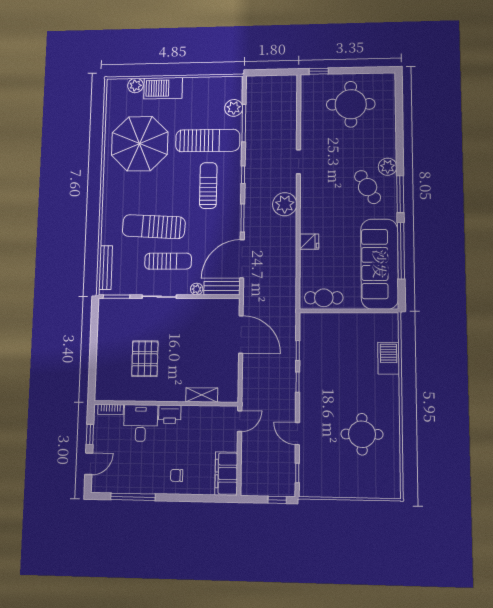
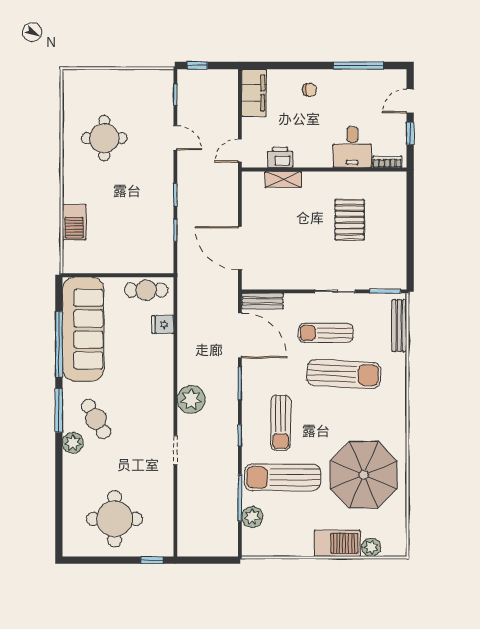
fridge: (309, 242) -> (163, 324), moved
door: (242, 259) -> (240, 335), hinge flipped
plant: (197, 289) -> (292, 300), removed
printer: (170, 414) -> (280, 157), moved

